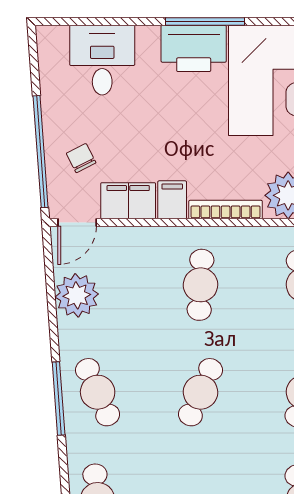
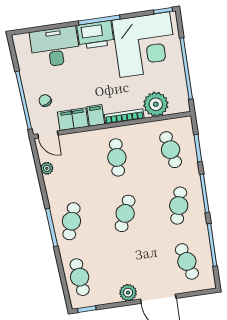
desk: (102, 60) -> (55, 47), width x1.37
door: (77, 223) -> (48, 134), hinge flipped
plant: (77, 295) -> (47, 168), width x0.53, depth x0.53
cafe table: (98, 392) -> (71, 221), turned 42

